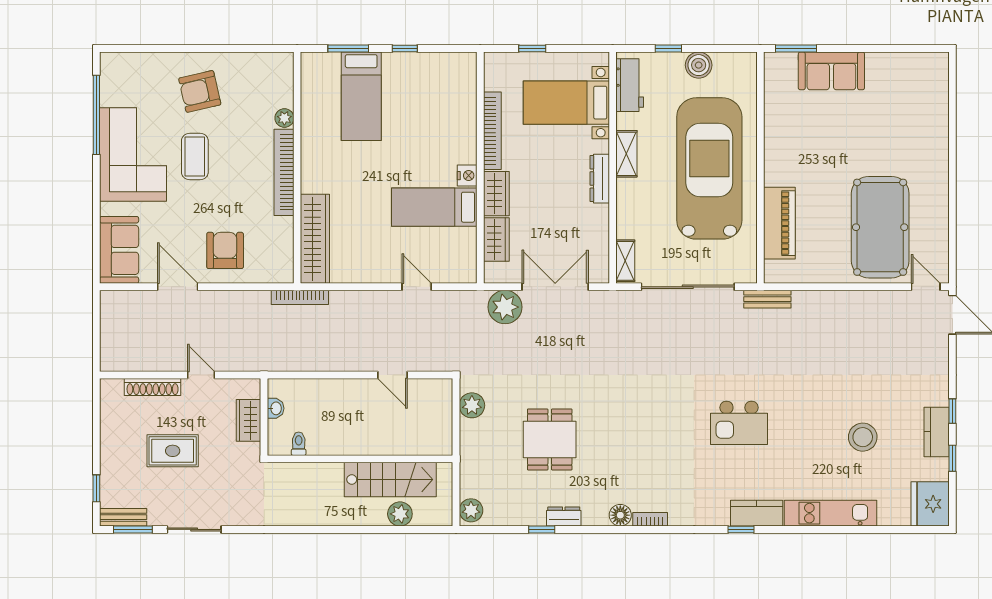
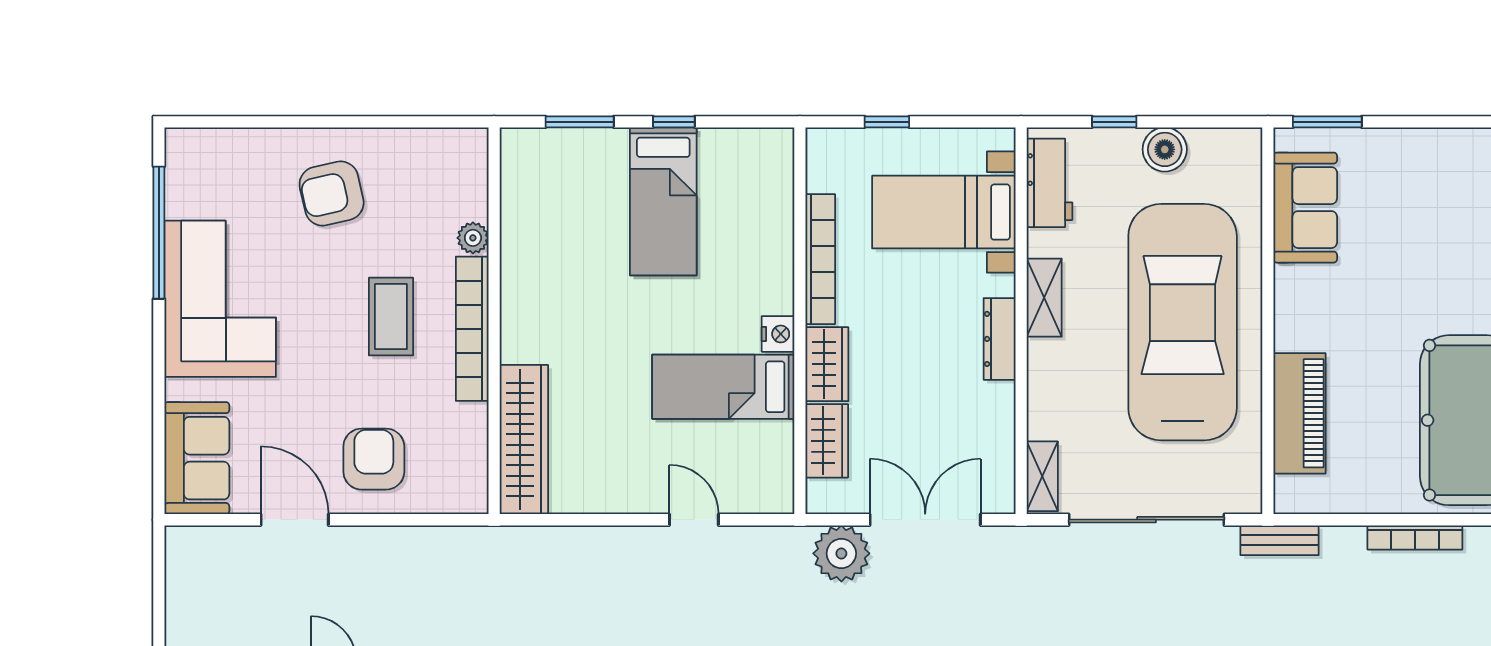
sofa: (831, 71) -> (1305, 208), moved, turned -90
bed: (361, 96) -> (663, 201), moved
coffee table: (195, 157) -> (391, 317), moved
bookcase: (300, 297) -> (1415, 537), moved

